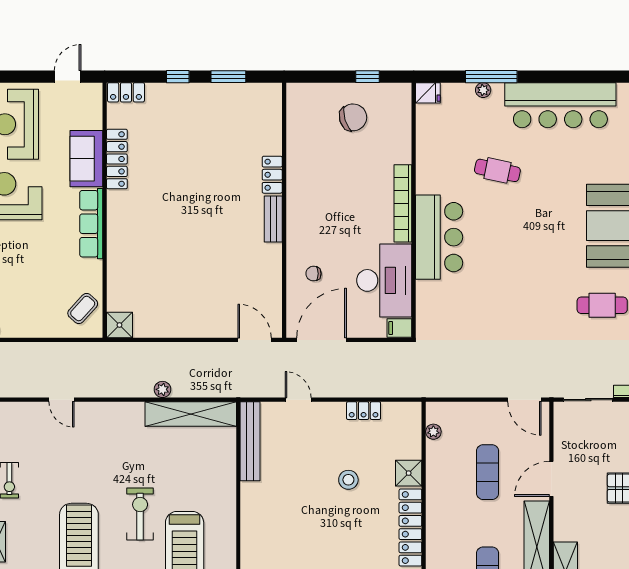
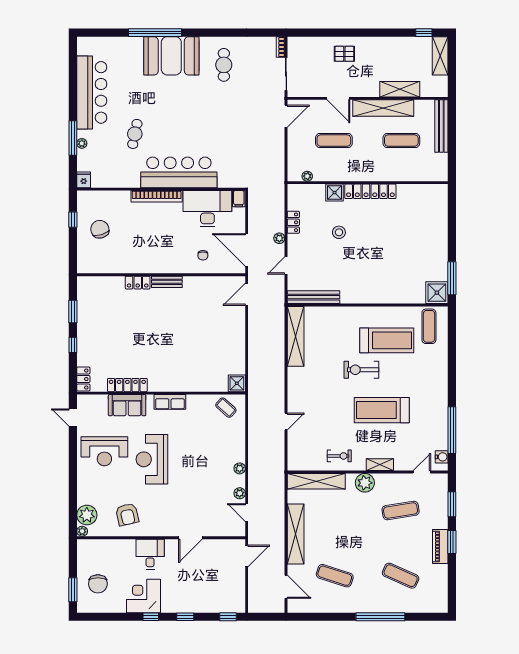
row of seats: (91, 224) -> (170, 402), width x0.68
bar counter: (439, 237) -> (179, 172), width x1.36
plant: (162, 389) -> (279, 238), moved

